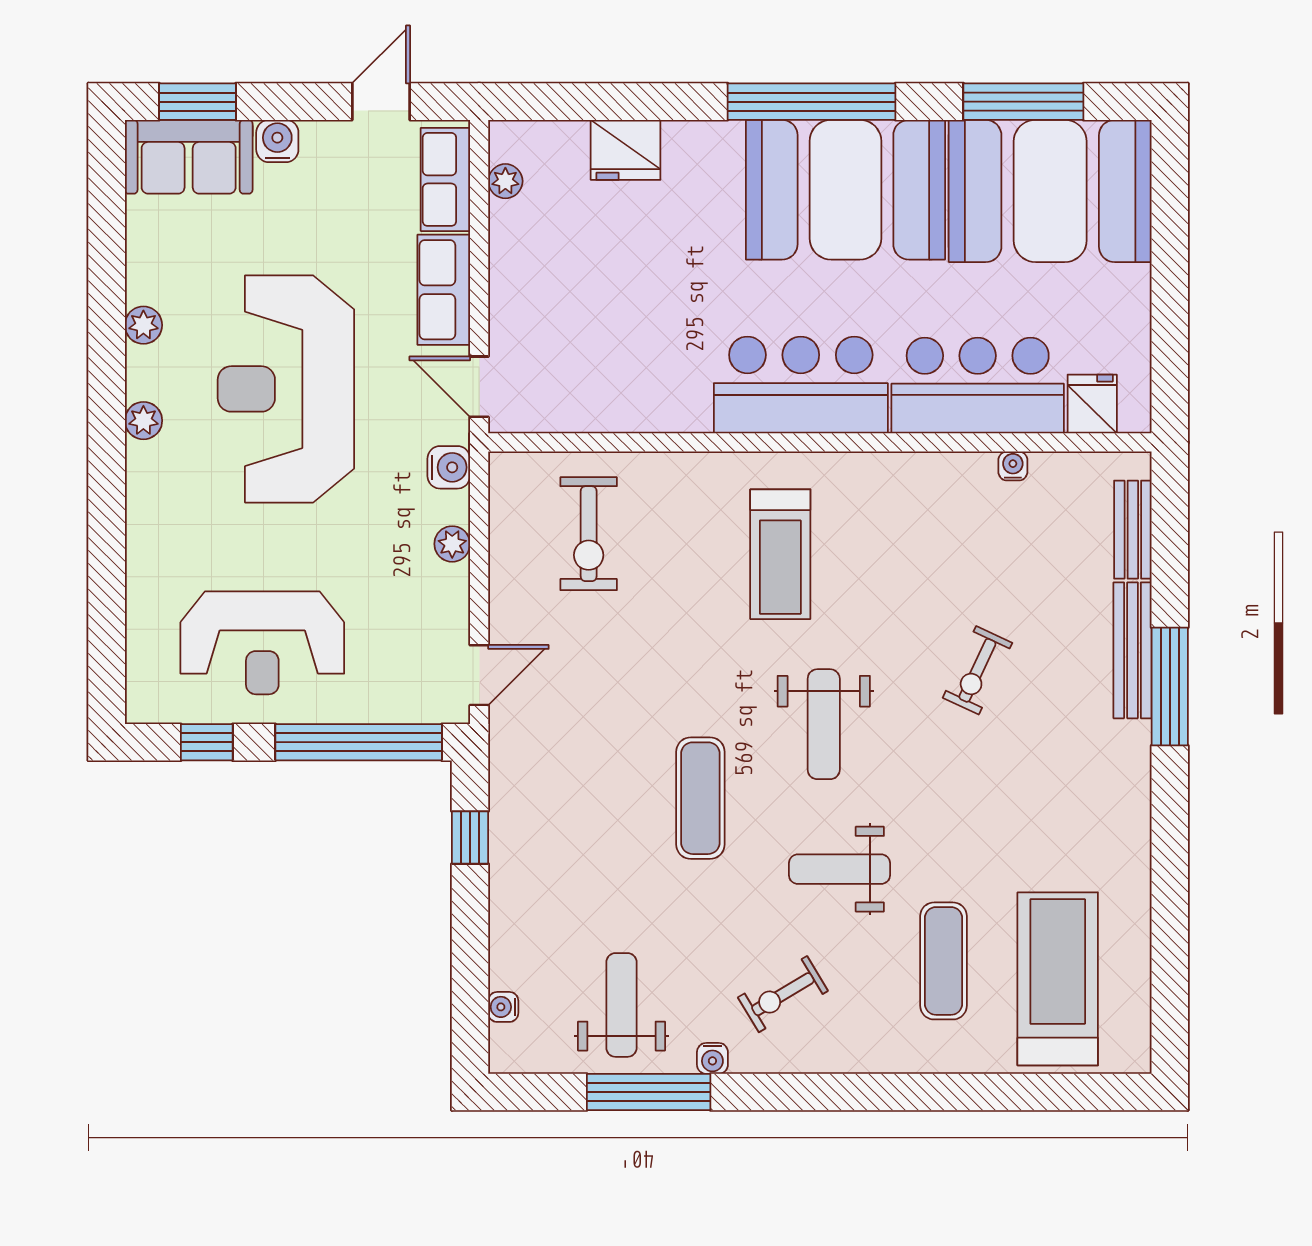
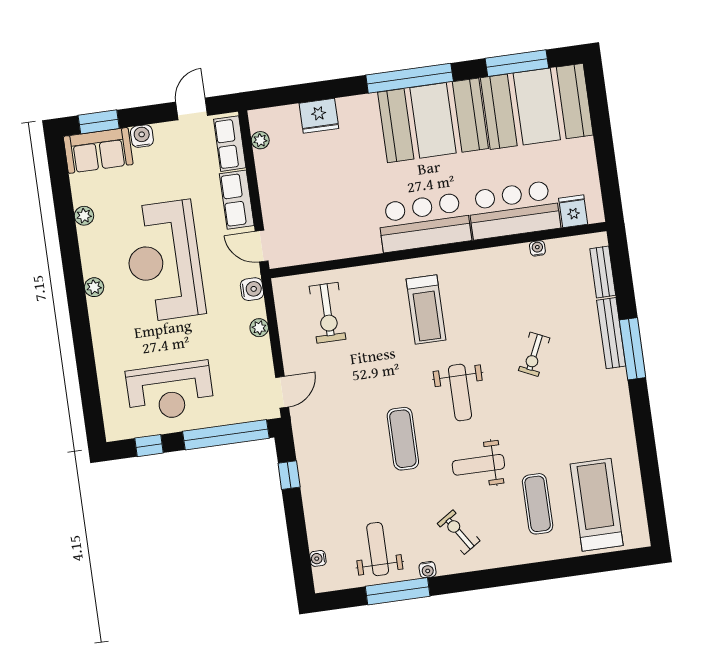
plant: (143, 325) -> (84, 216), moved
exercise bike: (783, 994) -> (459, 532), turned 88

